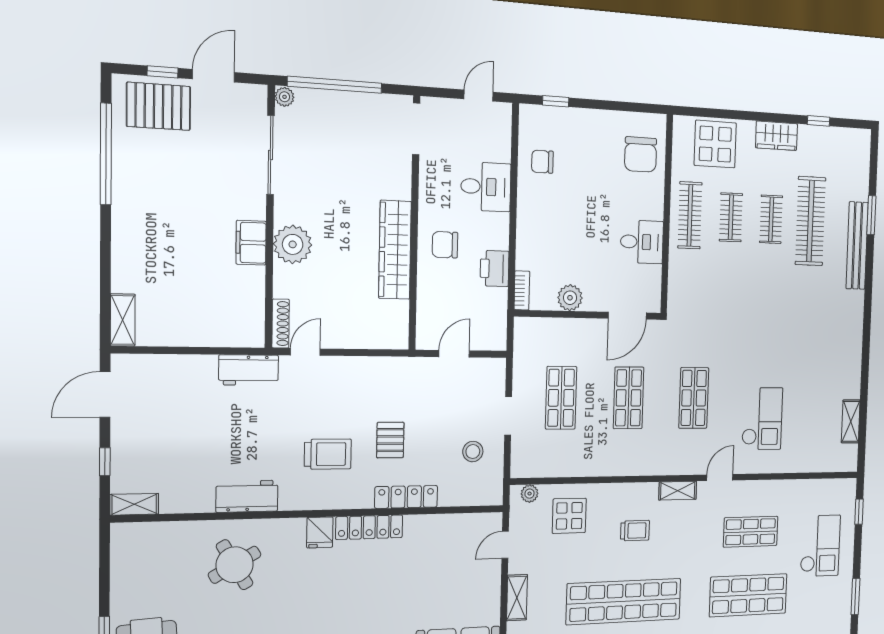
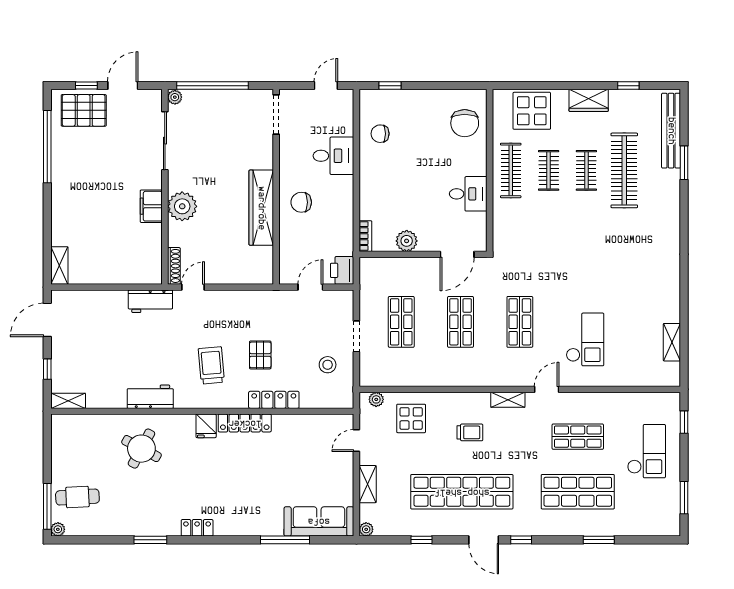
bench: (857, 246) -> (671, 131), moved
printer: (495, 269) -> (342, 270), moved
trolley: (328, 454) -> (211, 365), turned -95
round table: (235, 565) -> (141, 449), turned -32

